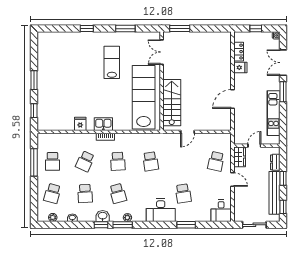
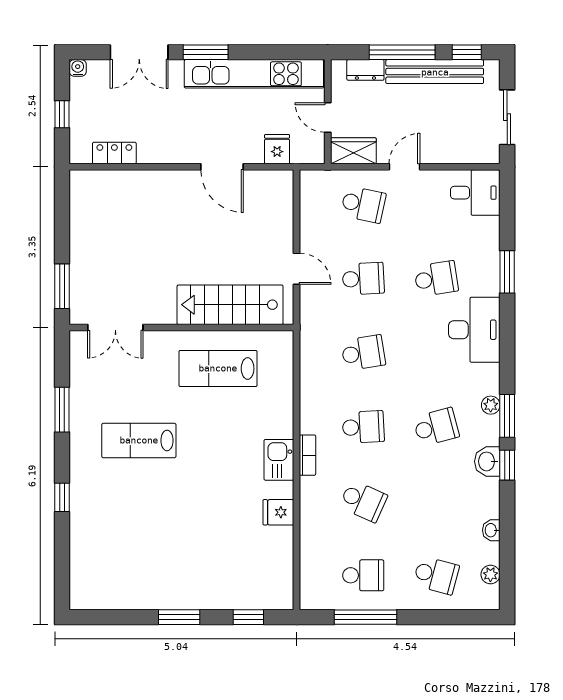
fridge: (240, 68) -> (277, 149), moved
lab bench: (144, 97) -> (218, 368), width x0.54, depth x0.72
kitchen unit: (274, 113) -> (254, 74), width x1.36
window: (283, 178) -> (402, 52), width x2.17
school desk: (85, 193) -> (363, 279), moved

